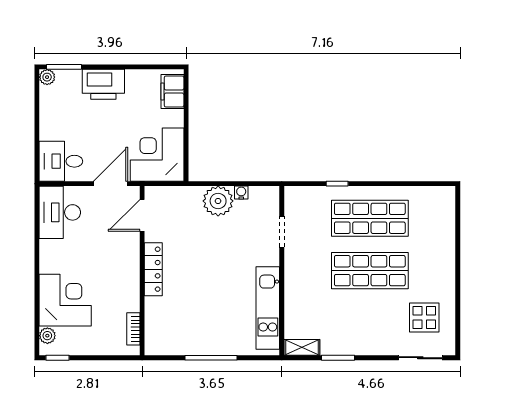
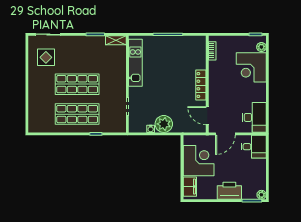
corner desk: (157, 155) -> (199, 161), moved, turned -90
door: (142, 215) -> (207, 116), swing flipped

